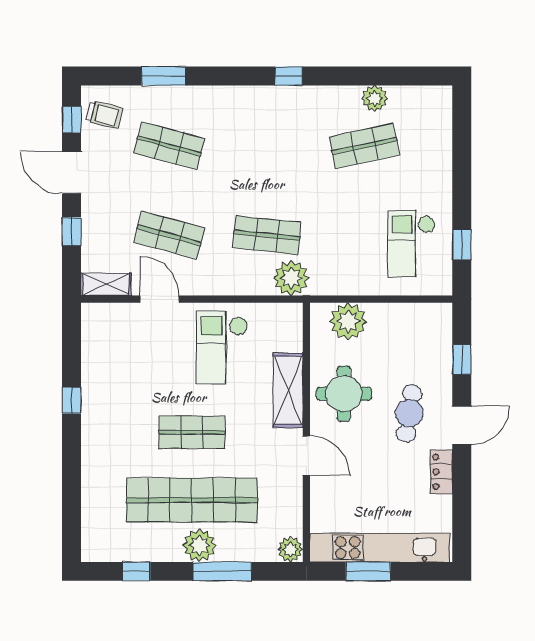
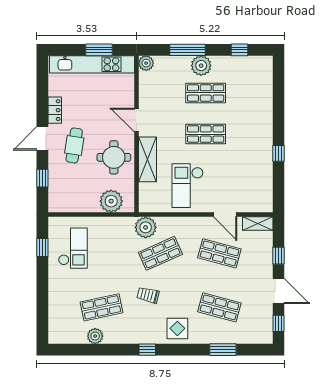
display table: (239, 111) -> (177, 328), added
trolley: (104, 115) -> (148, 295), moved
shop shelf: (267, 235) -> (160, 253), turned -30
checkout: (222, 347) -> (188, 186), turned 180
shop shelf: (192, 500) -> (206, 93), width x0.50, depth x0.74

